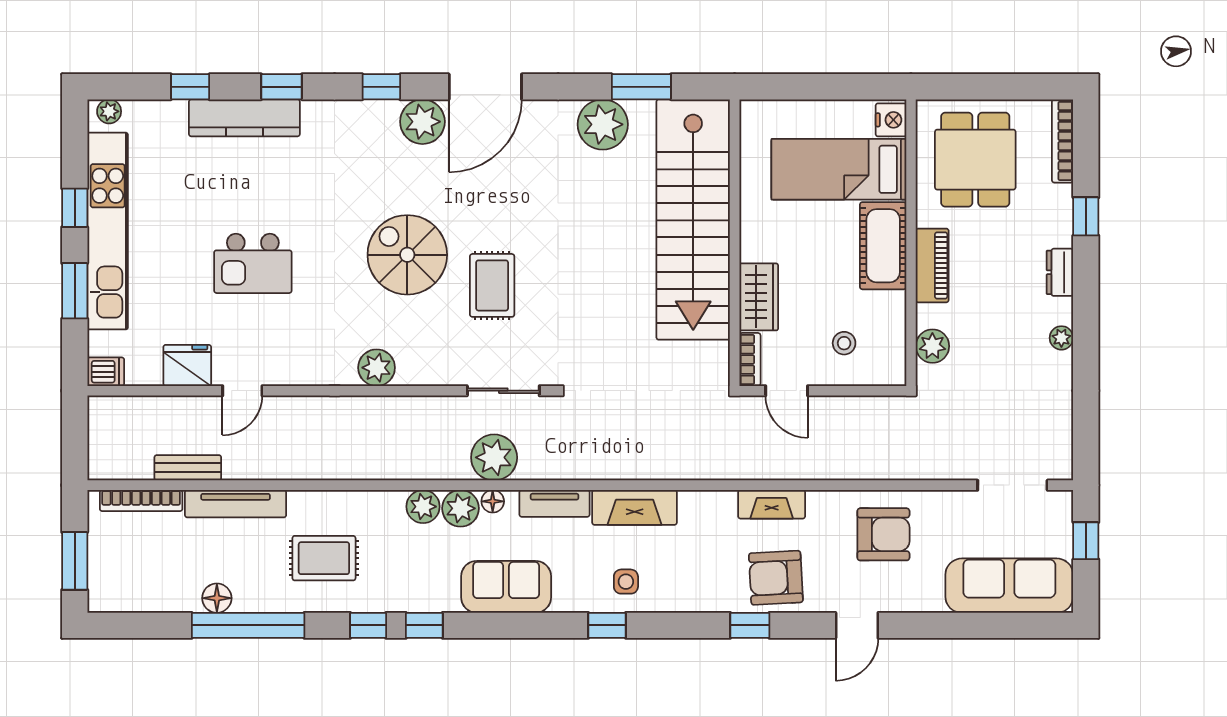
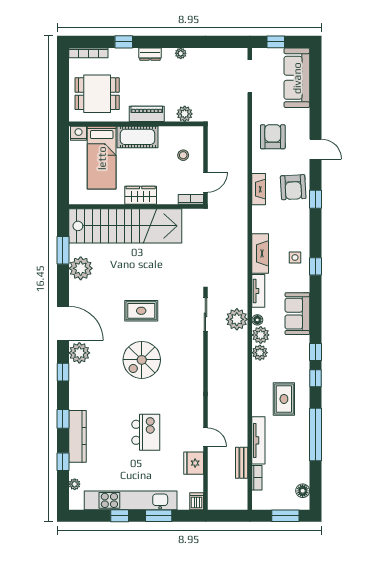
plant: (109, 111) -> (75, 484), moved
rug: (492, 285) -> (141, 311), moved
wardrobe: (759, 297) -> (141, 195), moved
plant: (377, 368) -> (195, 374), removed
bookcase: (141, 501) -> (257, 478), width x0.64
floor lamp: (217, 598) -> (303, 491), moved

